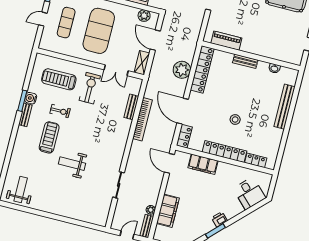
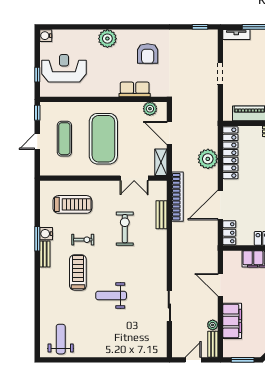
treadmill: (59, 79) -> (72, 204), turned 180
exercise bike: (90, 88) -> (125, 229), moved
door: (183, 111) -> (220, 205), hinge flipped
bookcase: (142, 119) -> (178, 197), moved
door: (169, 163) -> (220, 285), moved

